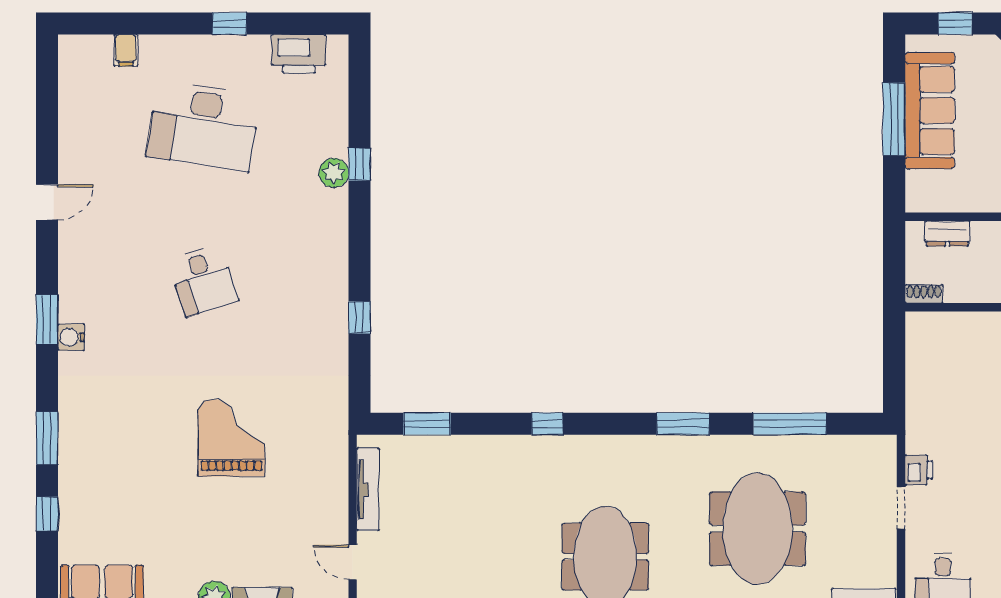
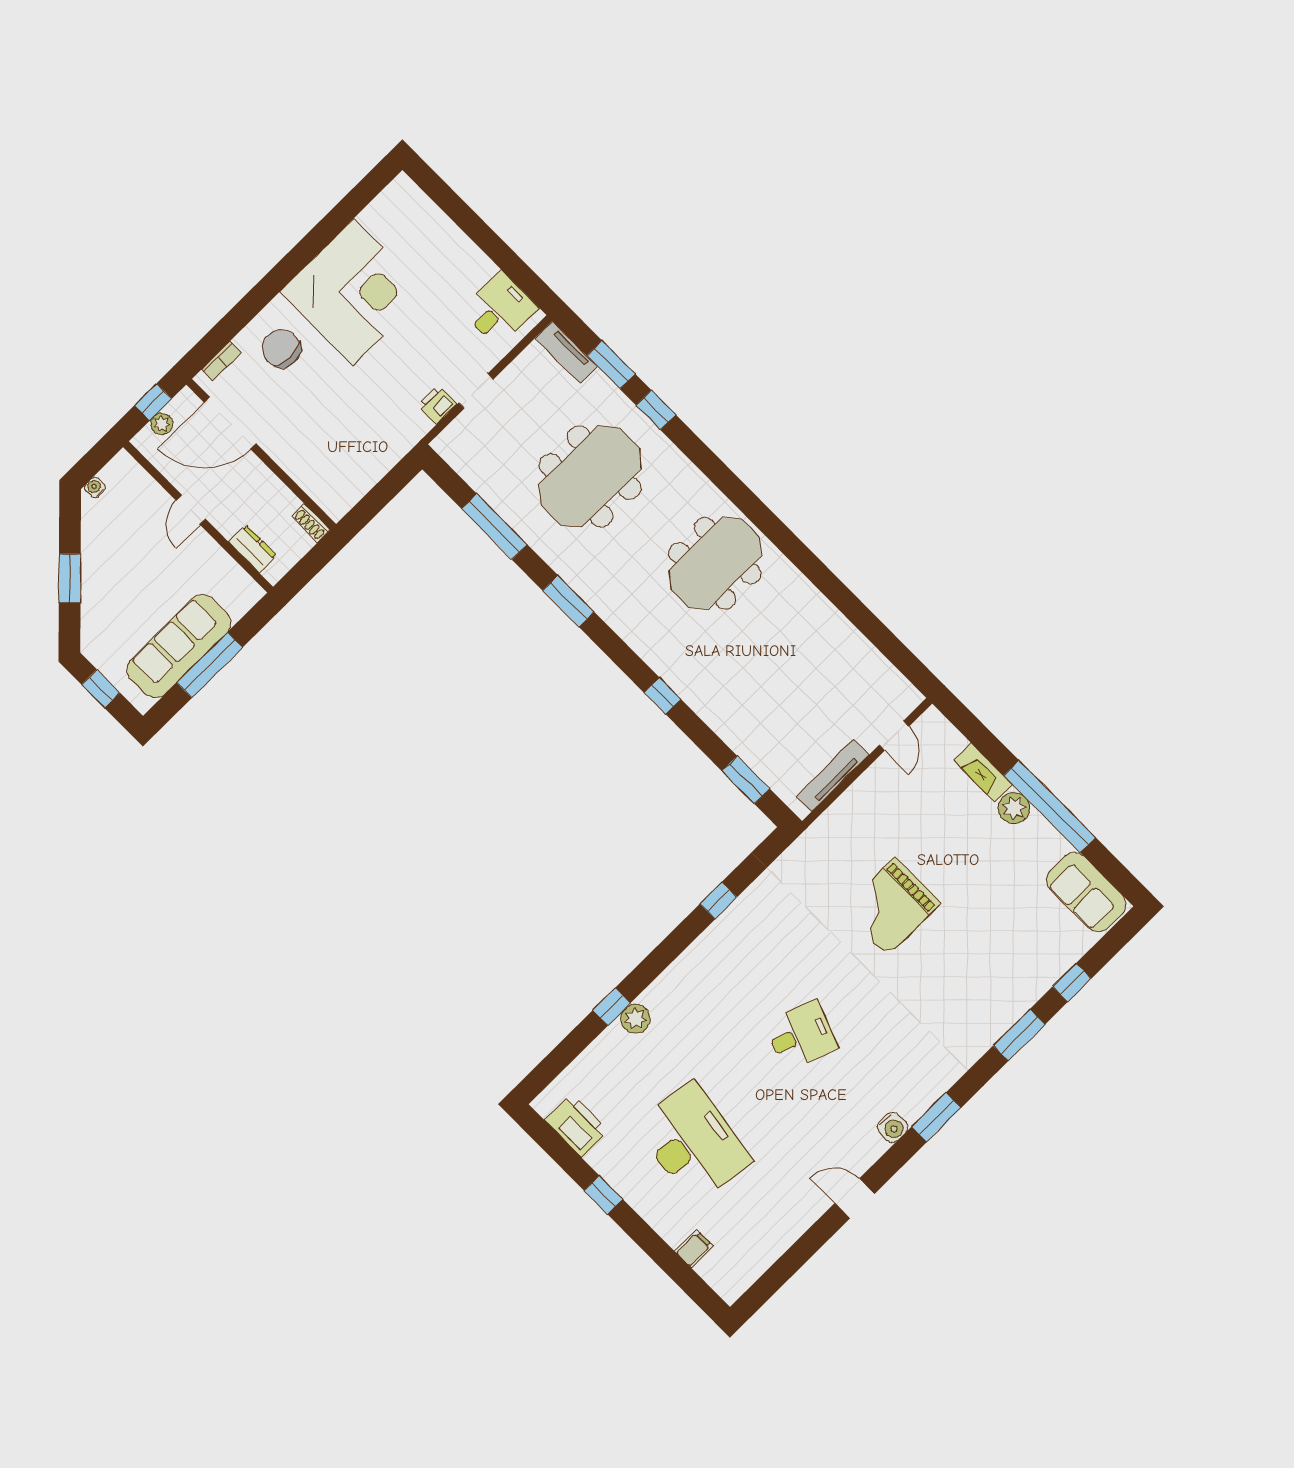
desk: (203, 280) -> (801, 1035), turned 39
water cooler: (71, 337) -> (893, 1127), moved

